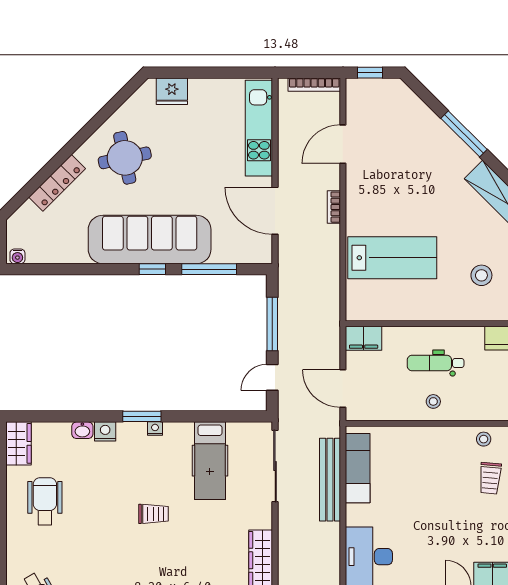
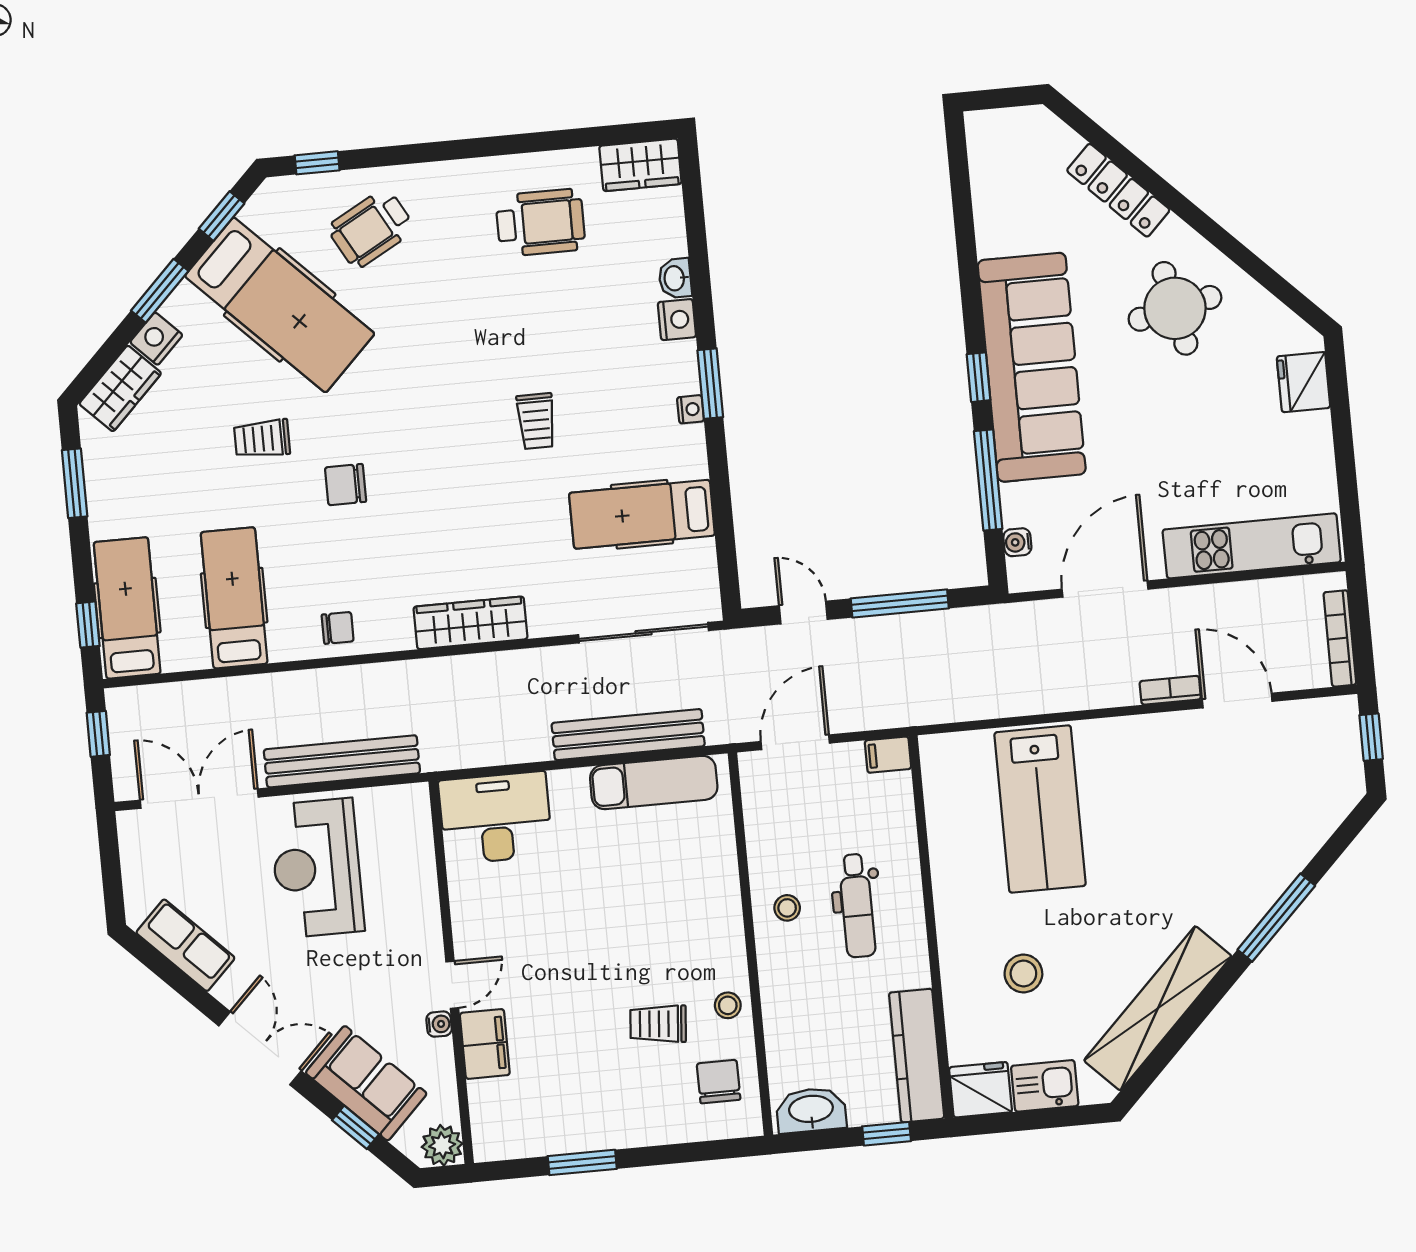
bookcase: (334, 207) -> (1170, 690), moved
water cooler: (17, 256) -> (1017, 542), moved
filing cabinet: (364, 338) -> (888, 755), width x0.50
dental chair: (436, 363) -> (857, 906), turned 180

